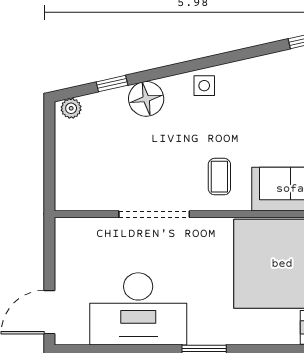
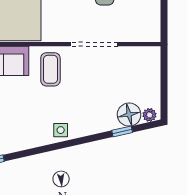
floor lamp: (146, 99) -> (129, 115), moved
coffee table: (219, 177) -> (50, 69), width x1.36, depth x1.30

